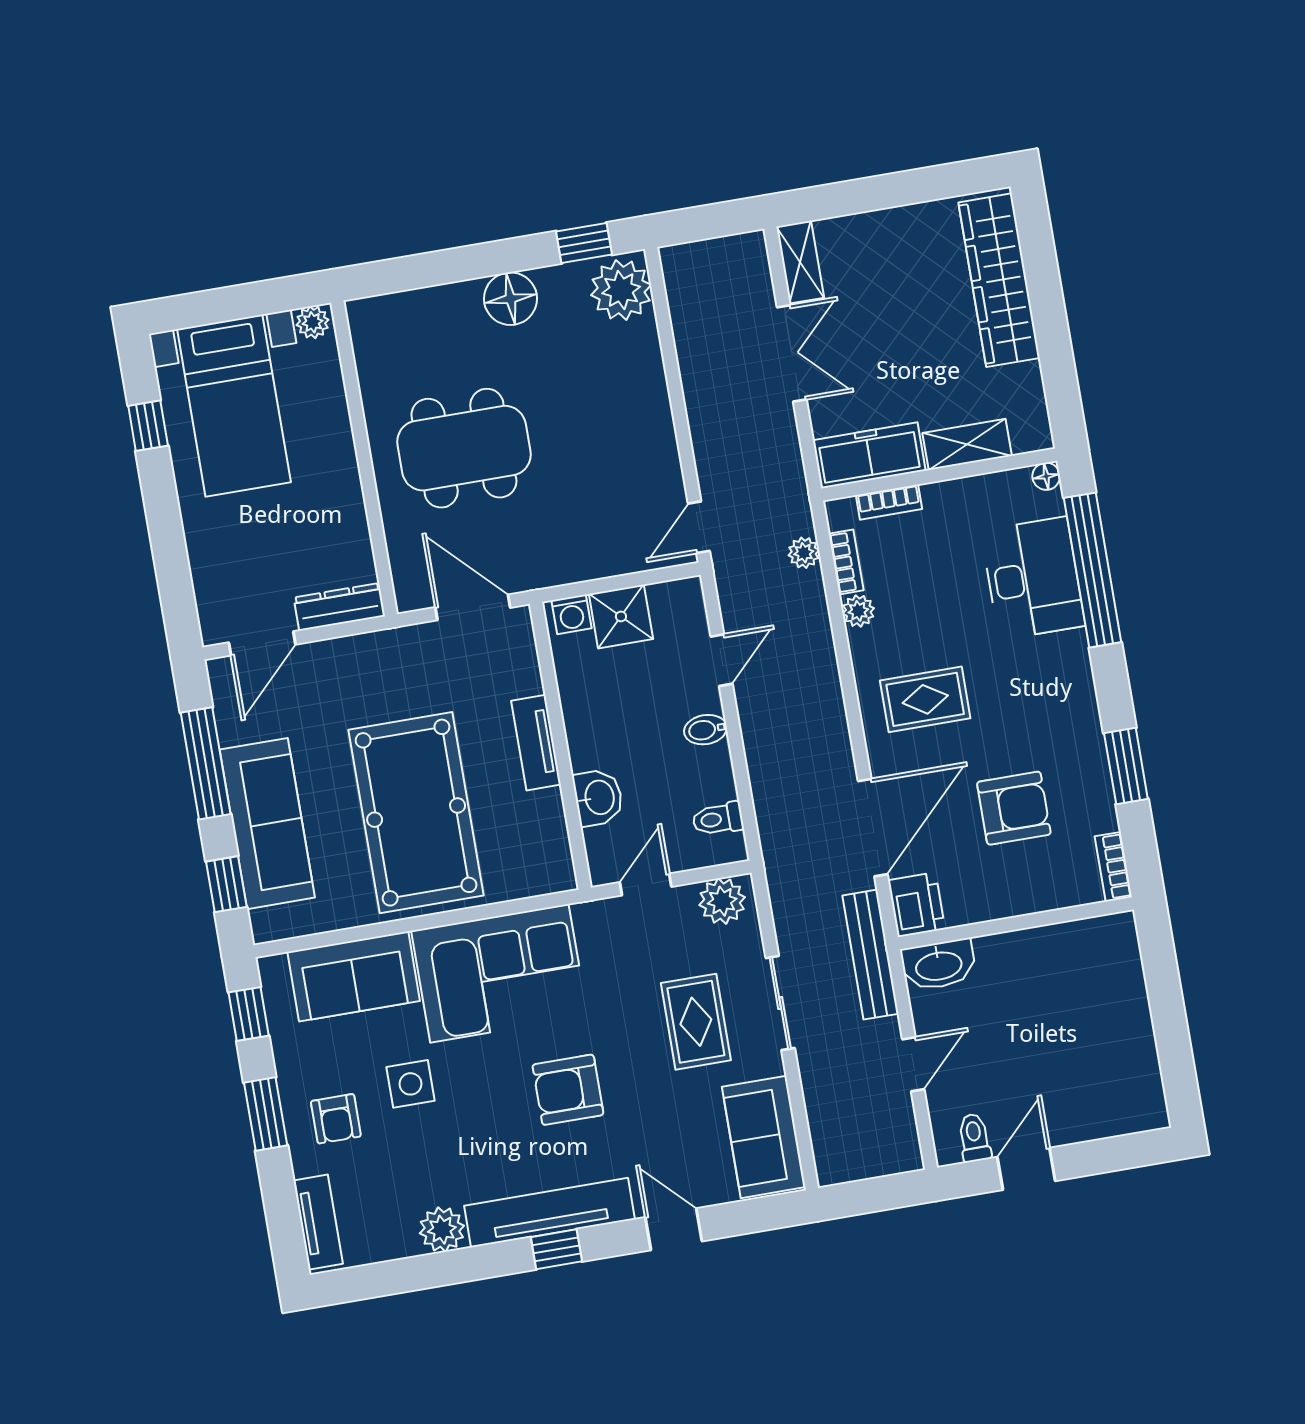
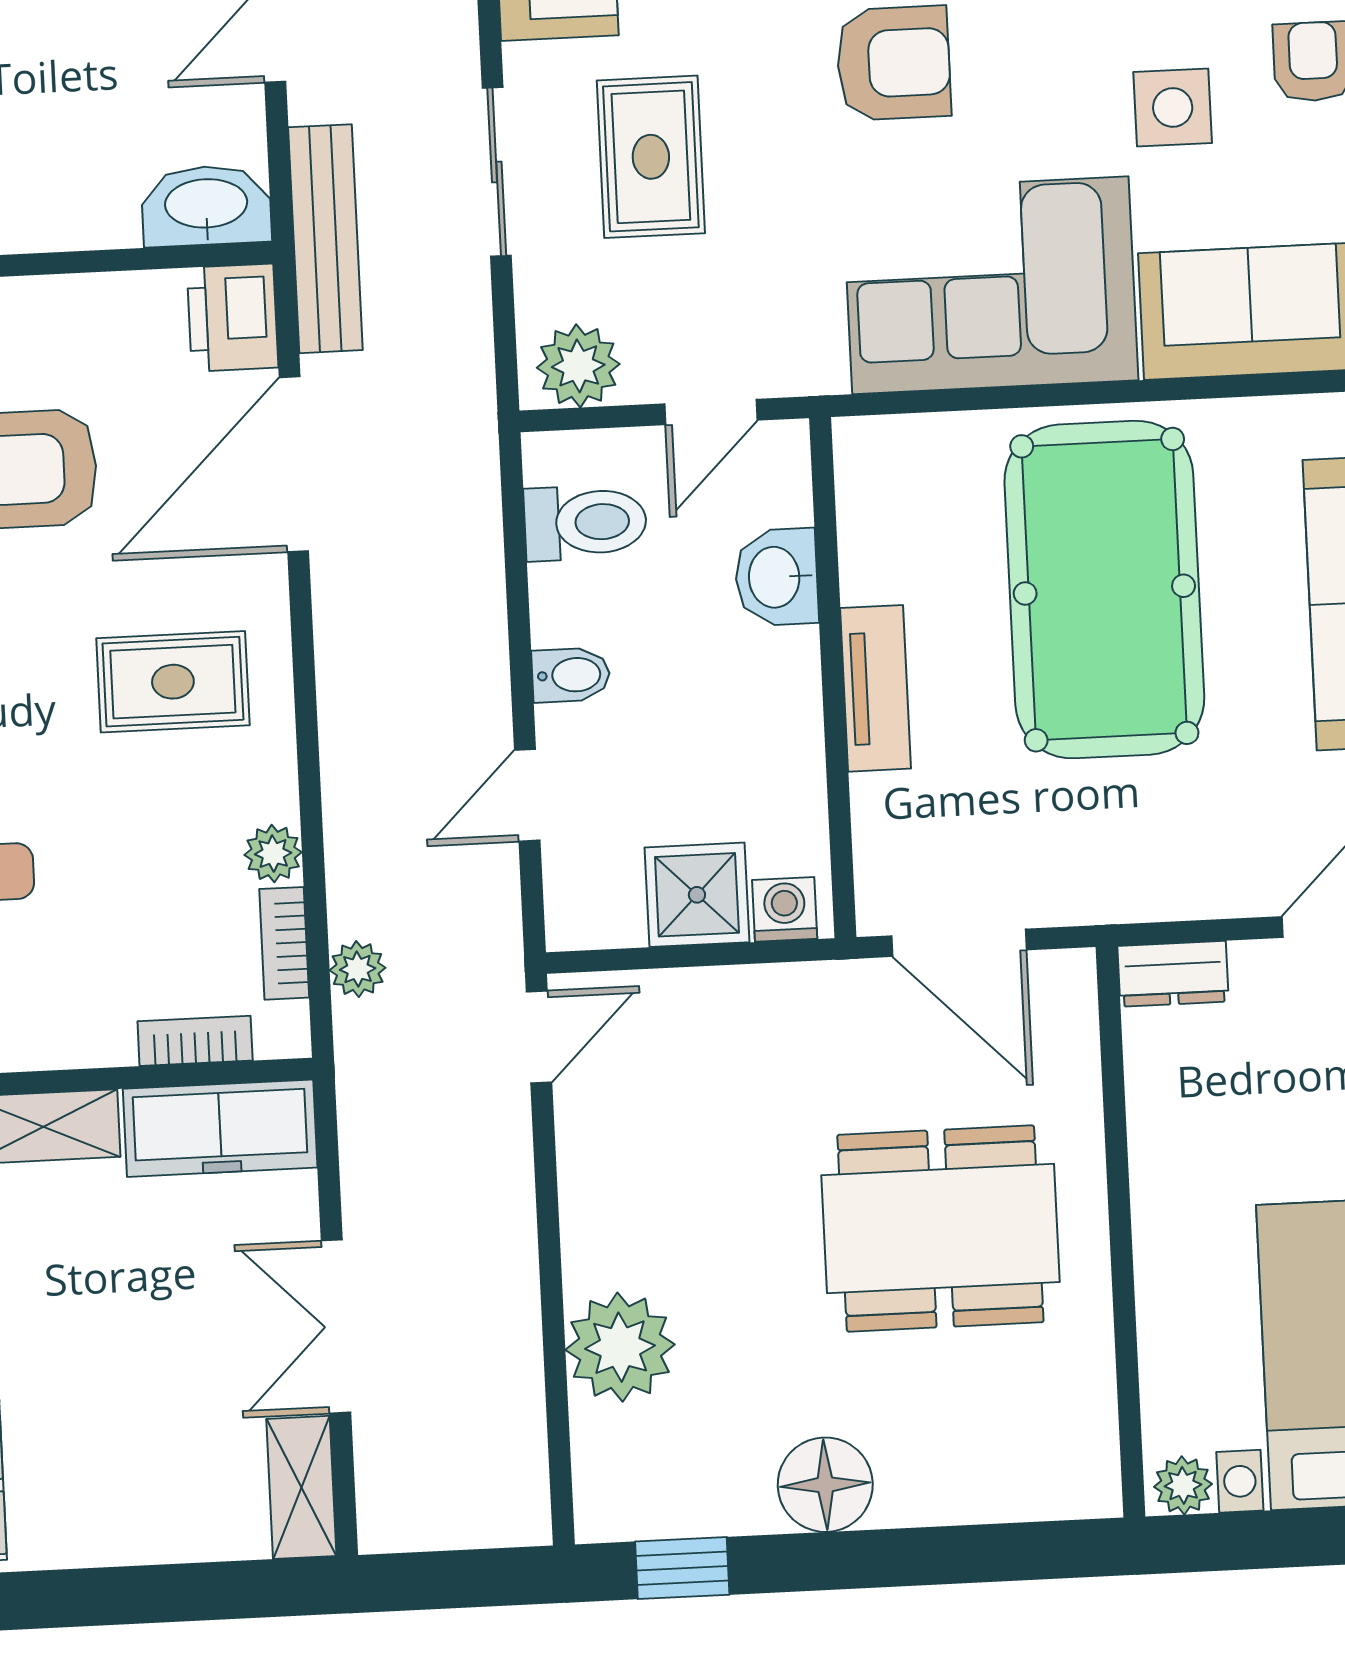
plant: (621, 290) -> (620, 1347), moved
dresser: (339, 607) -> (1173, 974), width x0.70
toilet: (718, 819) -> (585, 522), width x1.37, depth x1.39

